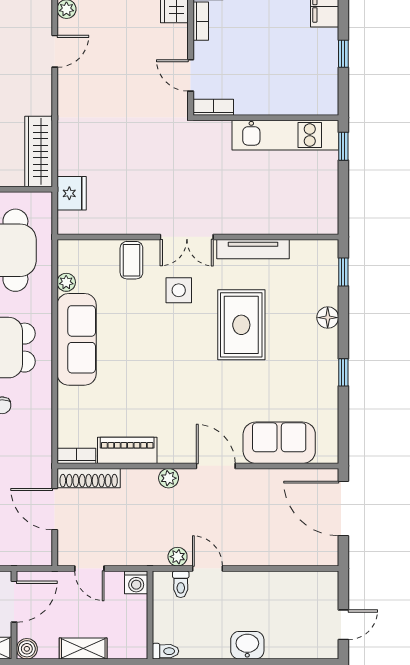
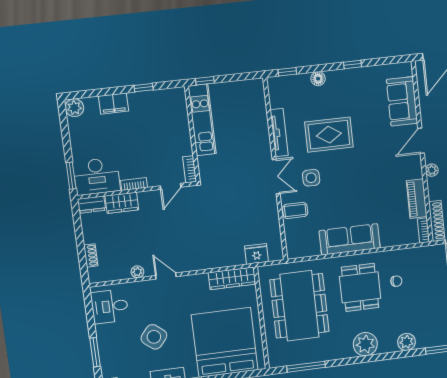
plant: (66, 282) -> (314, 250), removed

